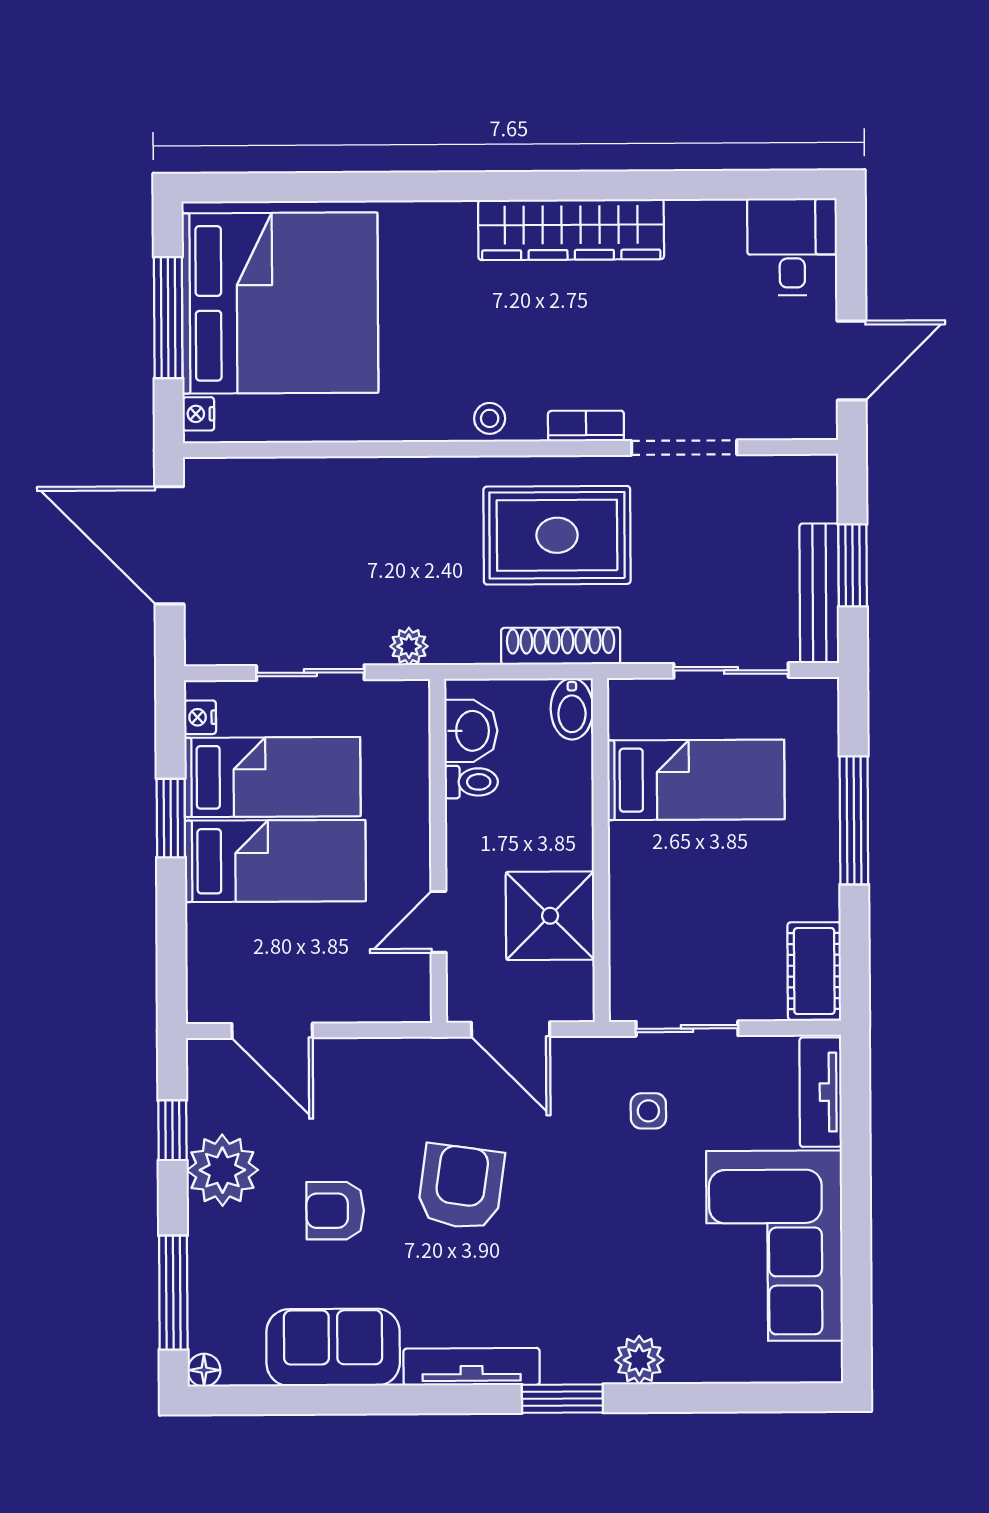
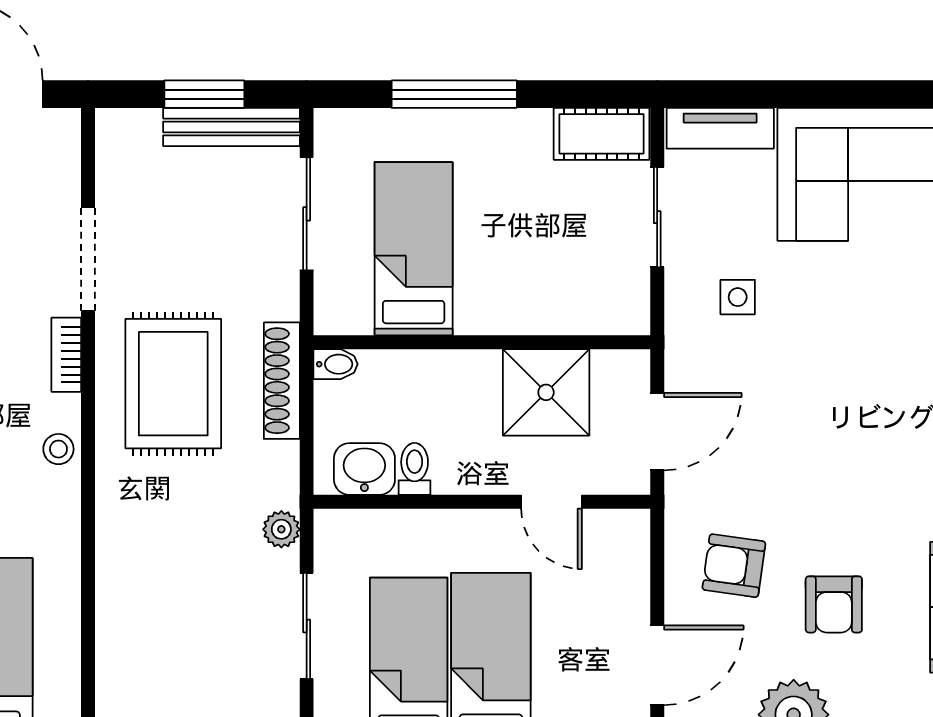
bidet: (572, 709) -> (336, 364), width x0.72, depth x0.74
sliding door: (687, 1029) -> (657, 217), moved
armchair: (461, 1187) -> (734, 566), moved, width x0.72, depth x0.72

